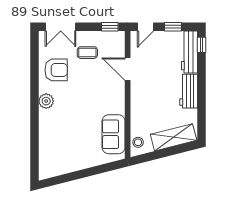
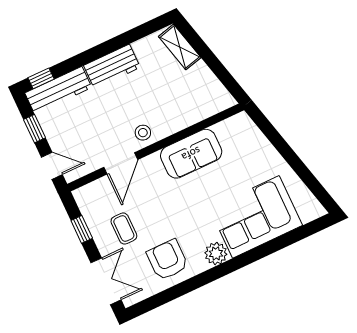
window: (110, 27) -> (82, 229), moved
sofa: (113, 134) -> (191, 154), moved
corner sofa: (57, 136) -> (256, 217), added
shelving: (174, 137) -> (180, 47), width x0.67, depth x0.75
stool: (138, 142) -> (143, 133), moved

